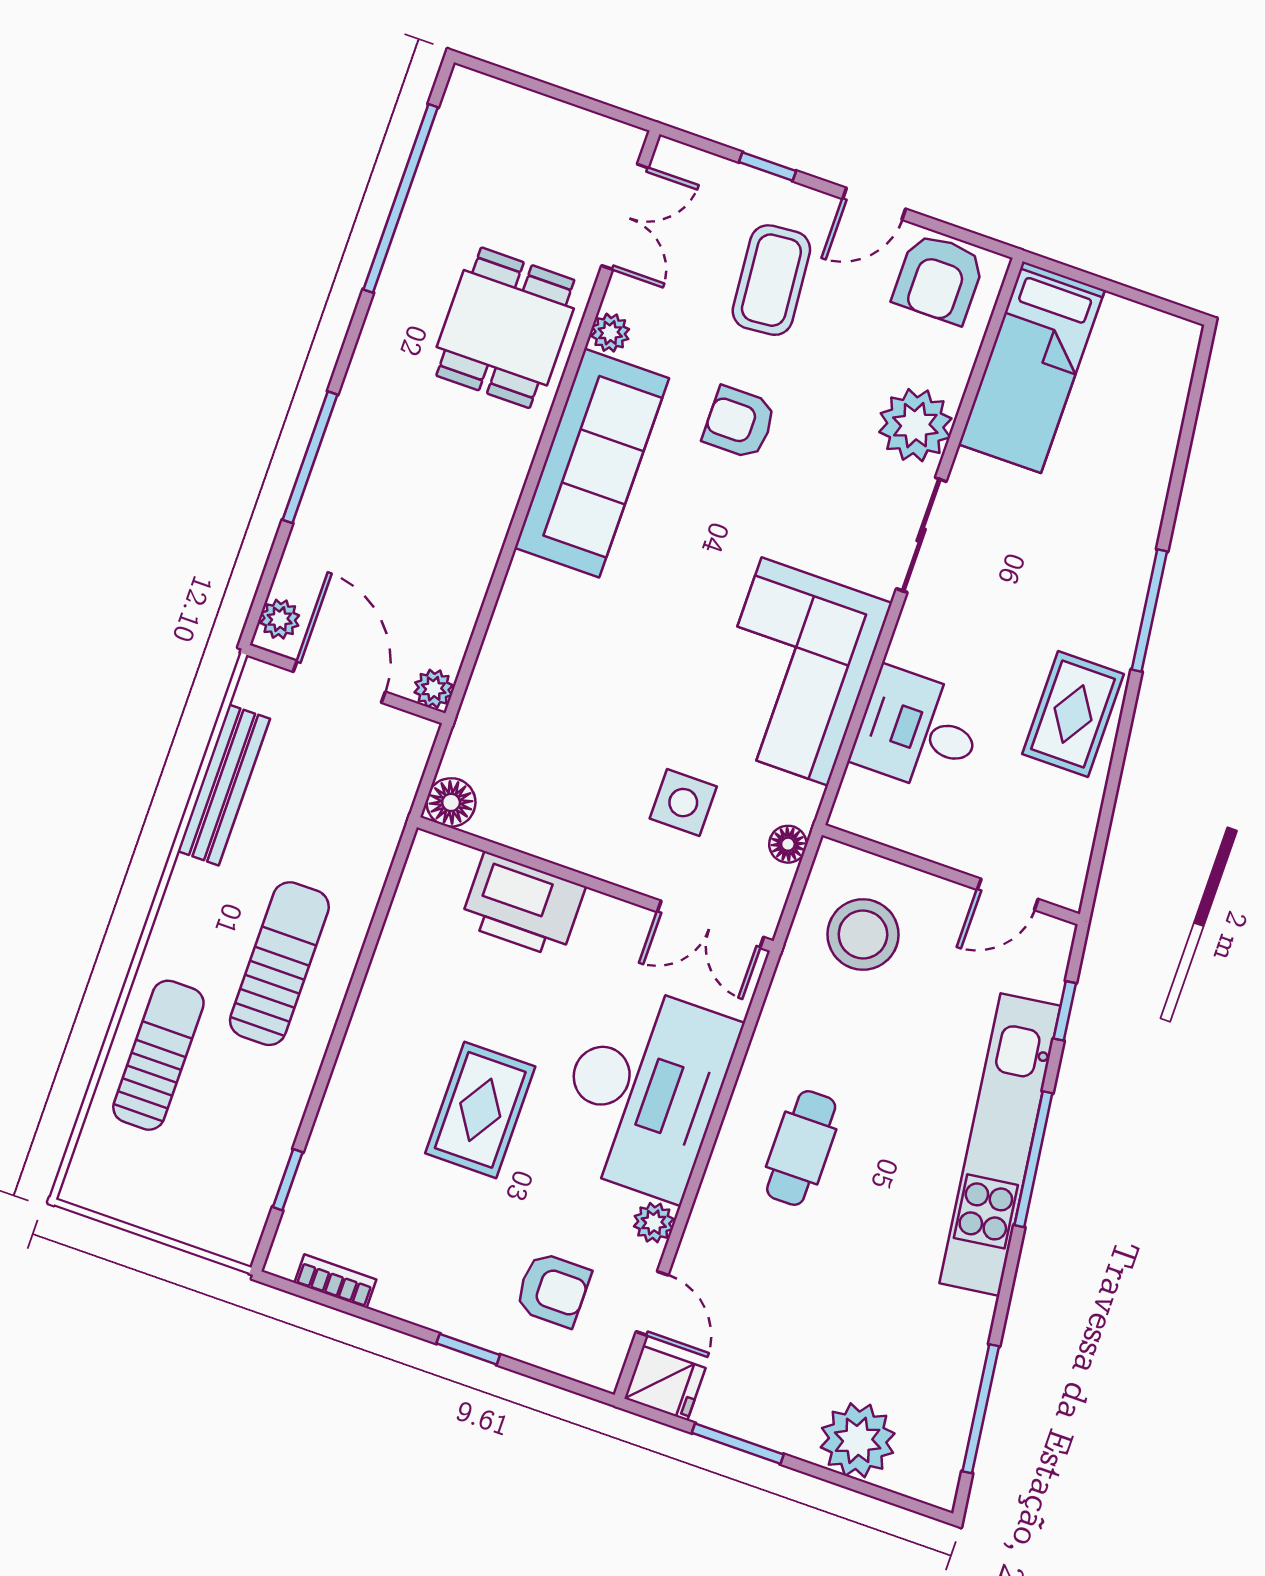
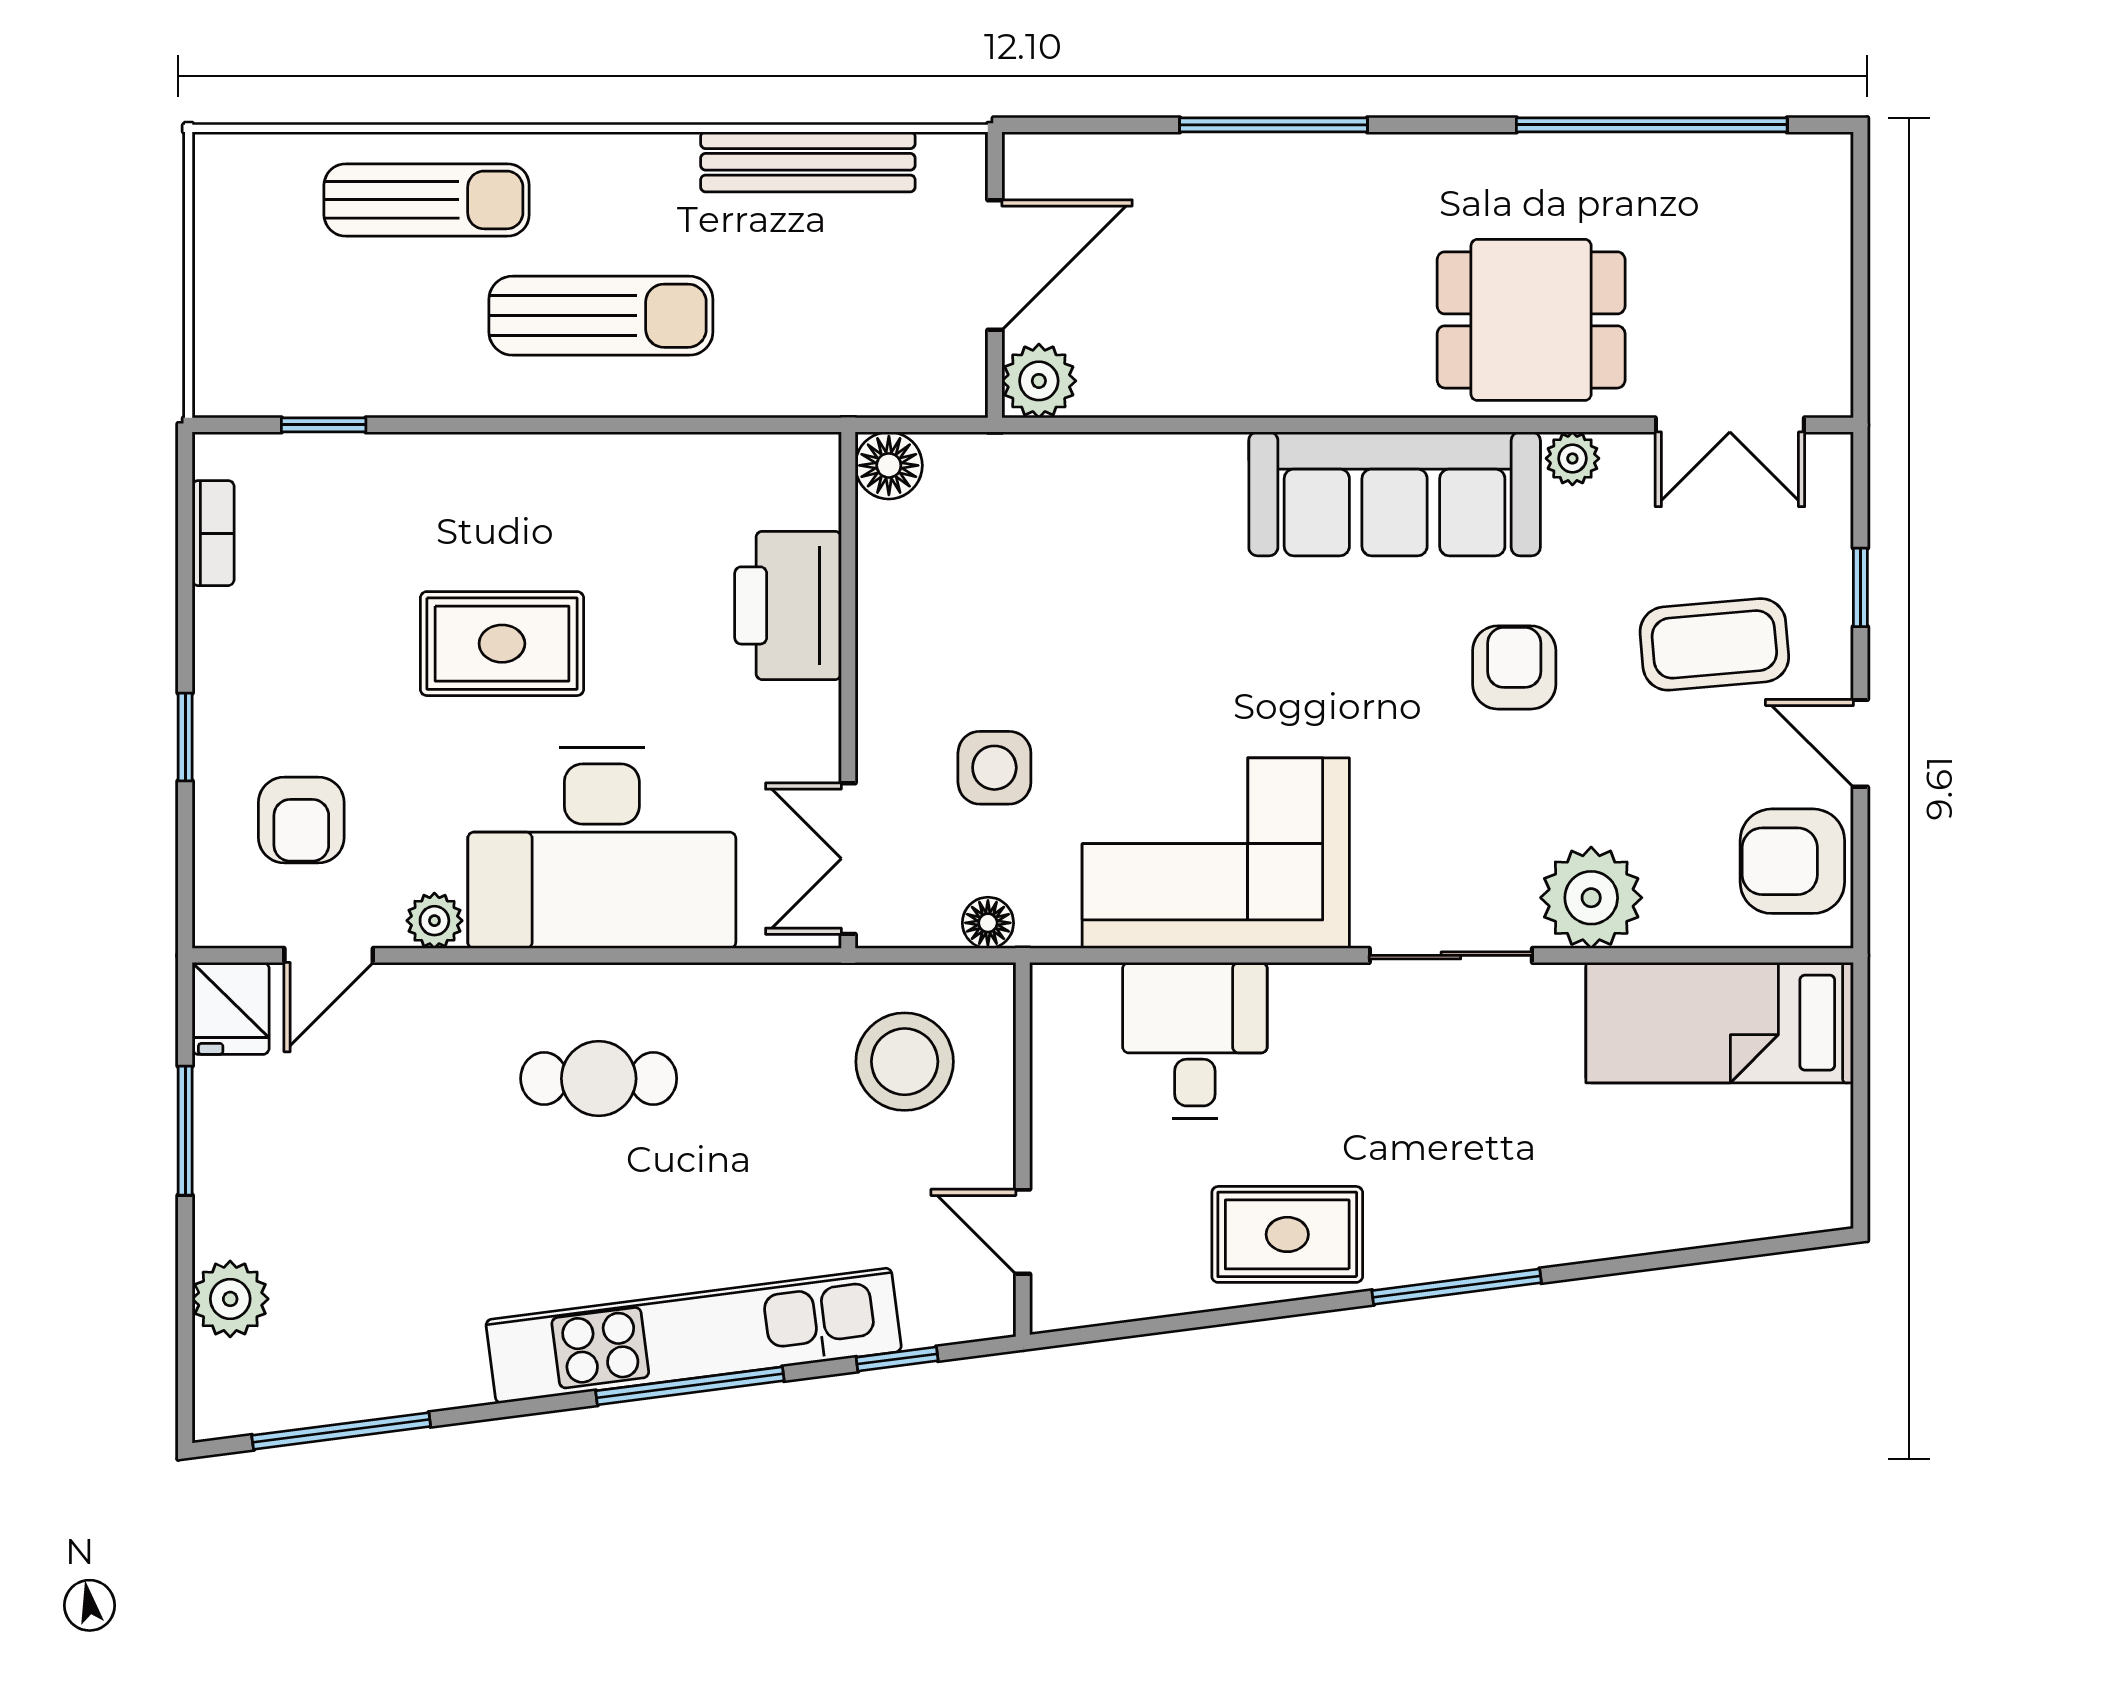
plant: (280, 619) -> (1049, 159), removed
plant: (434, 689) -> (1039, 381), width x1.38, depth x1.38
plant: (858, 1440) -> (230, 1299), width x0.73, depth x0.73

